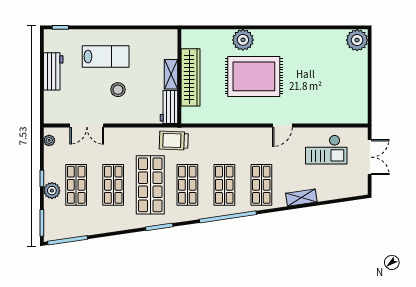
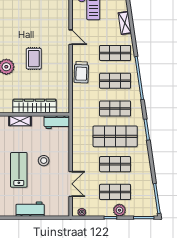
shelving: (171, 74) -> (20, 121), moved
rug: (254, 76) -> (34, 59), width x0.54, depth x0.49
trolley: (174, 141) -> (81, 72), moved

